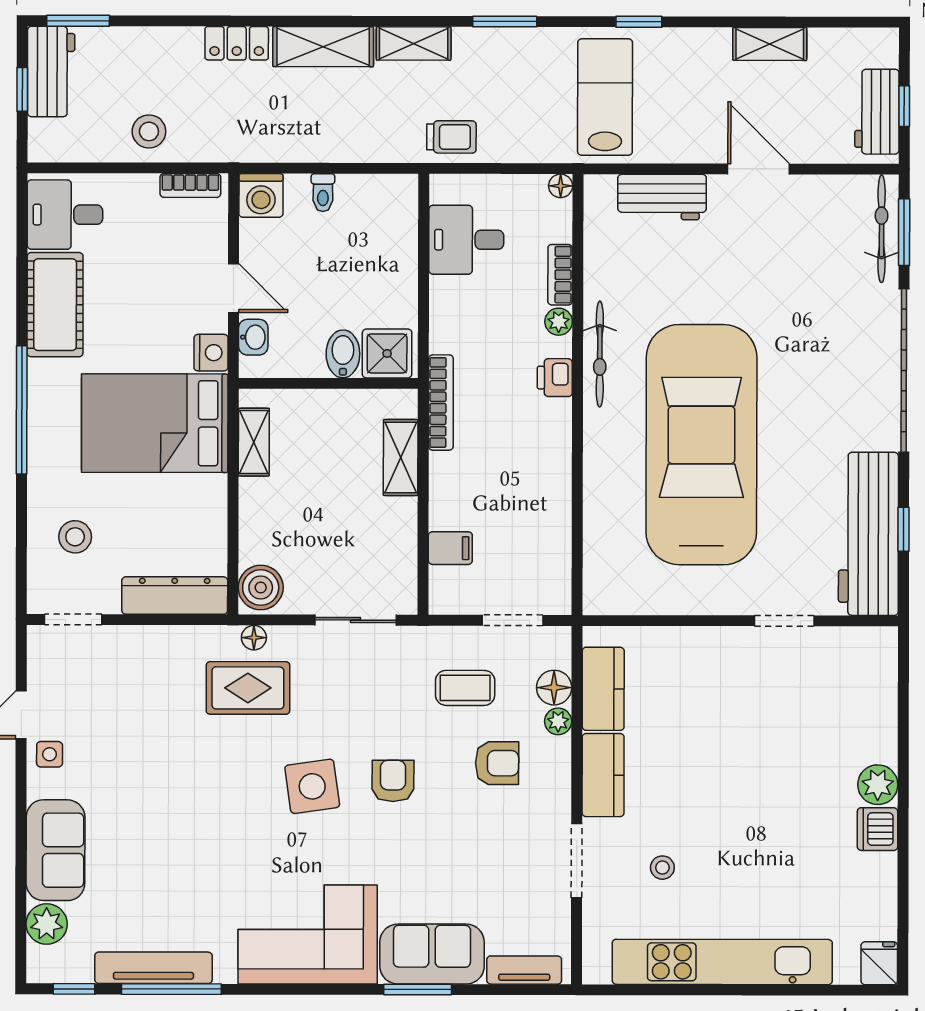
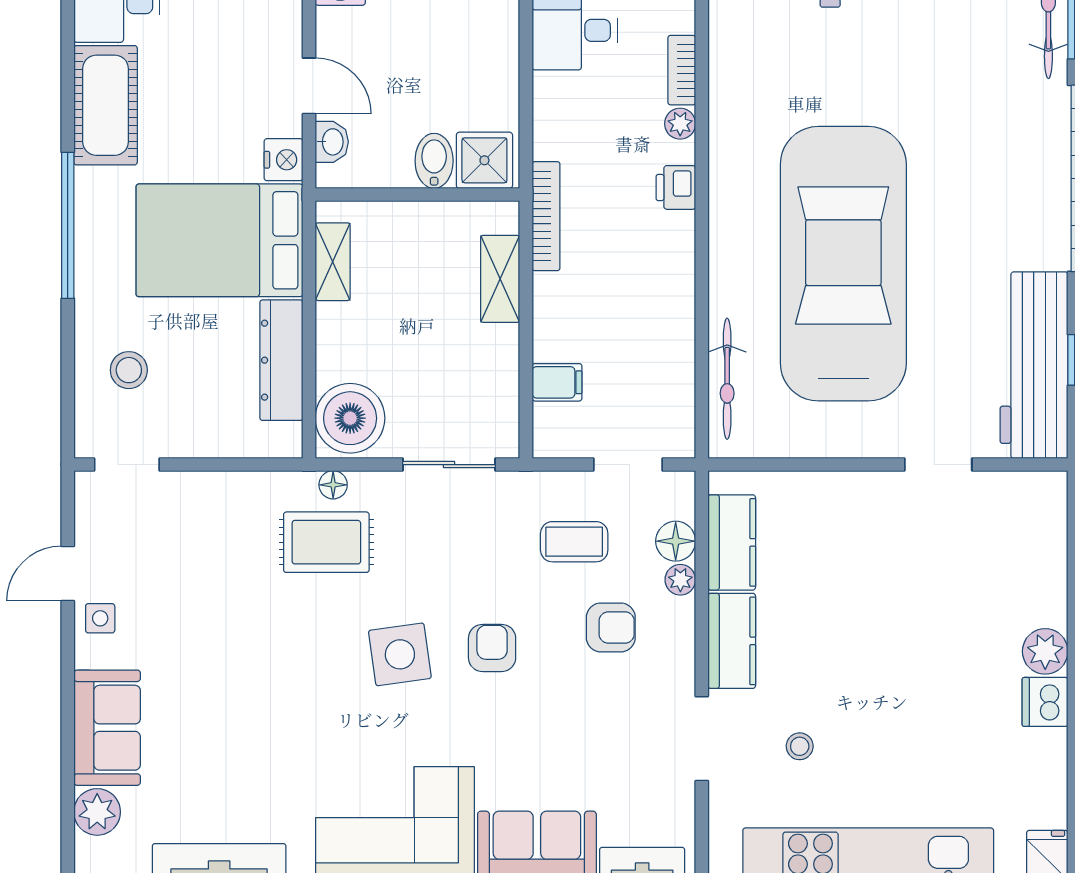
bicycle: (600, 354) -> (727, 379), moved
boiler: (261, 588) -> (350, 418), width x1.37, depth x1.37
dresser: (175, 596) -> (281, 360), moved, turned -90

